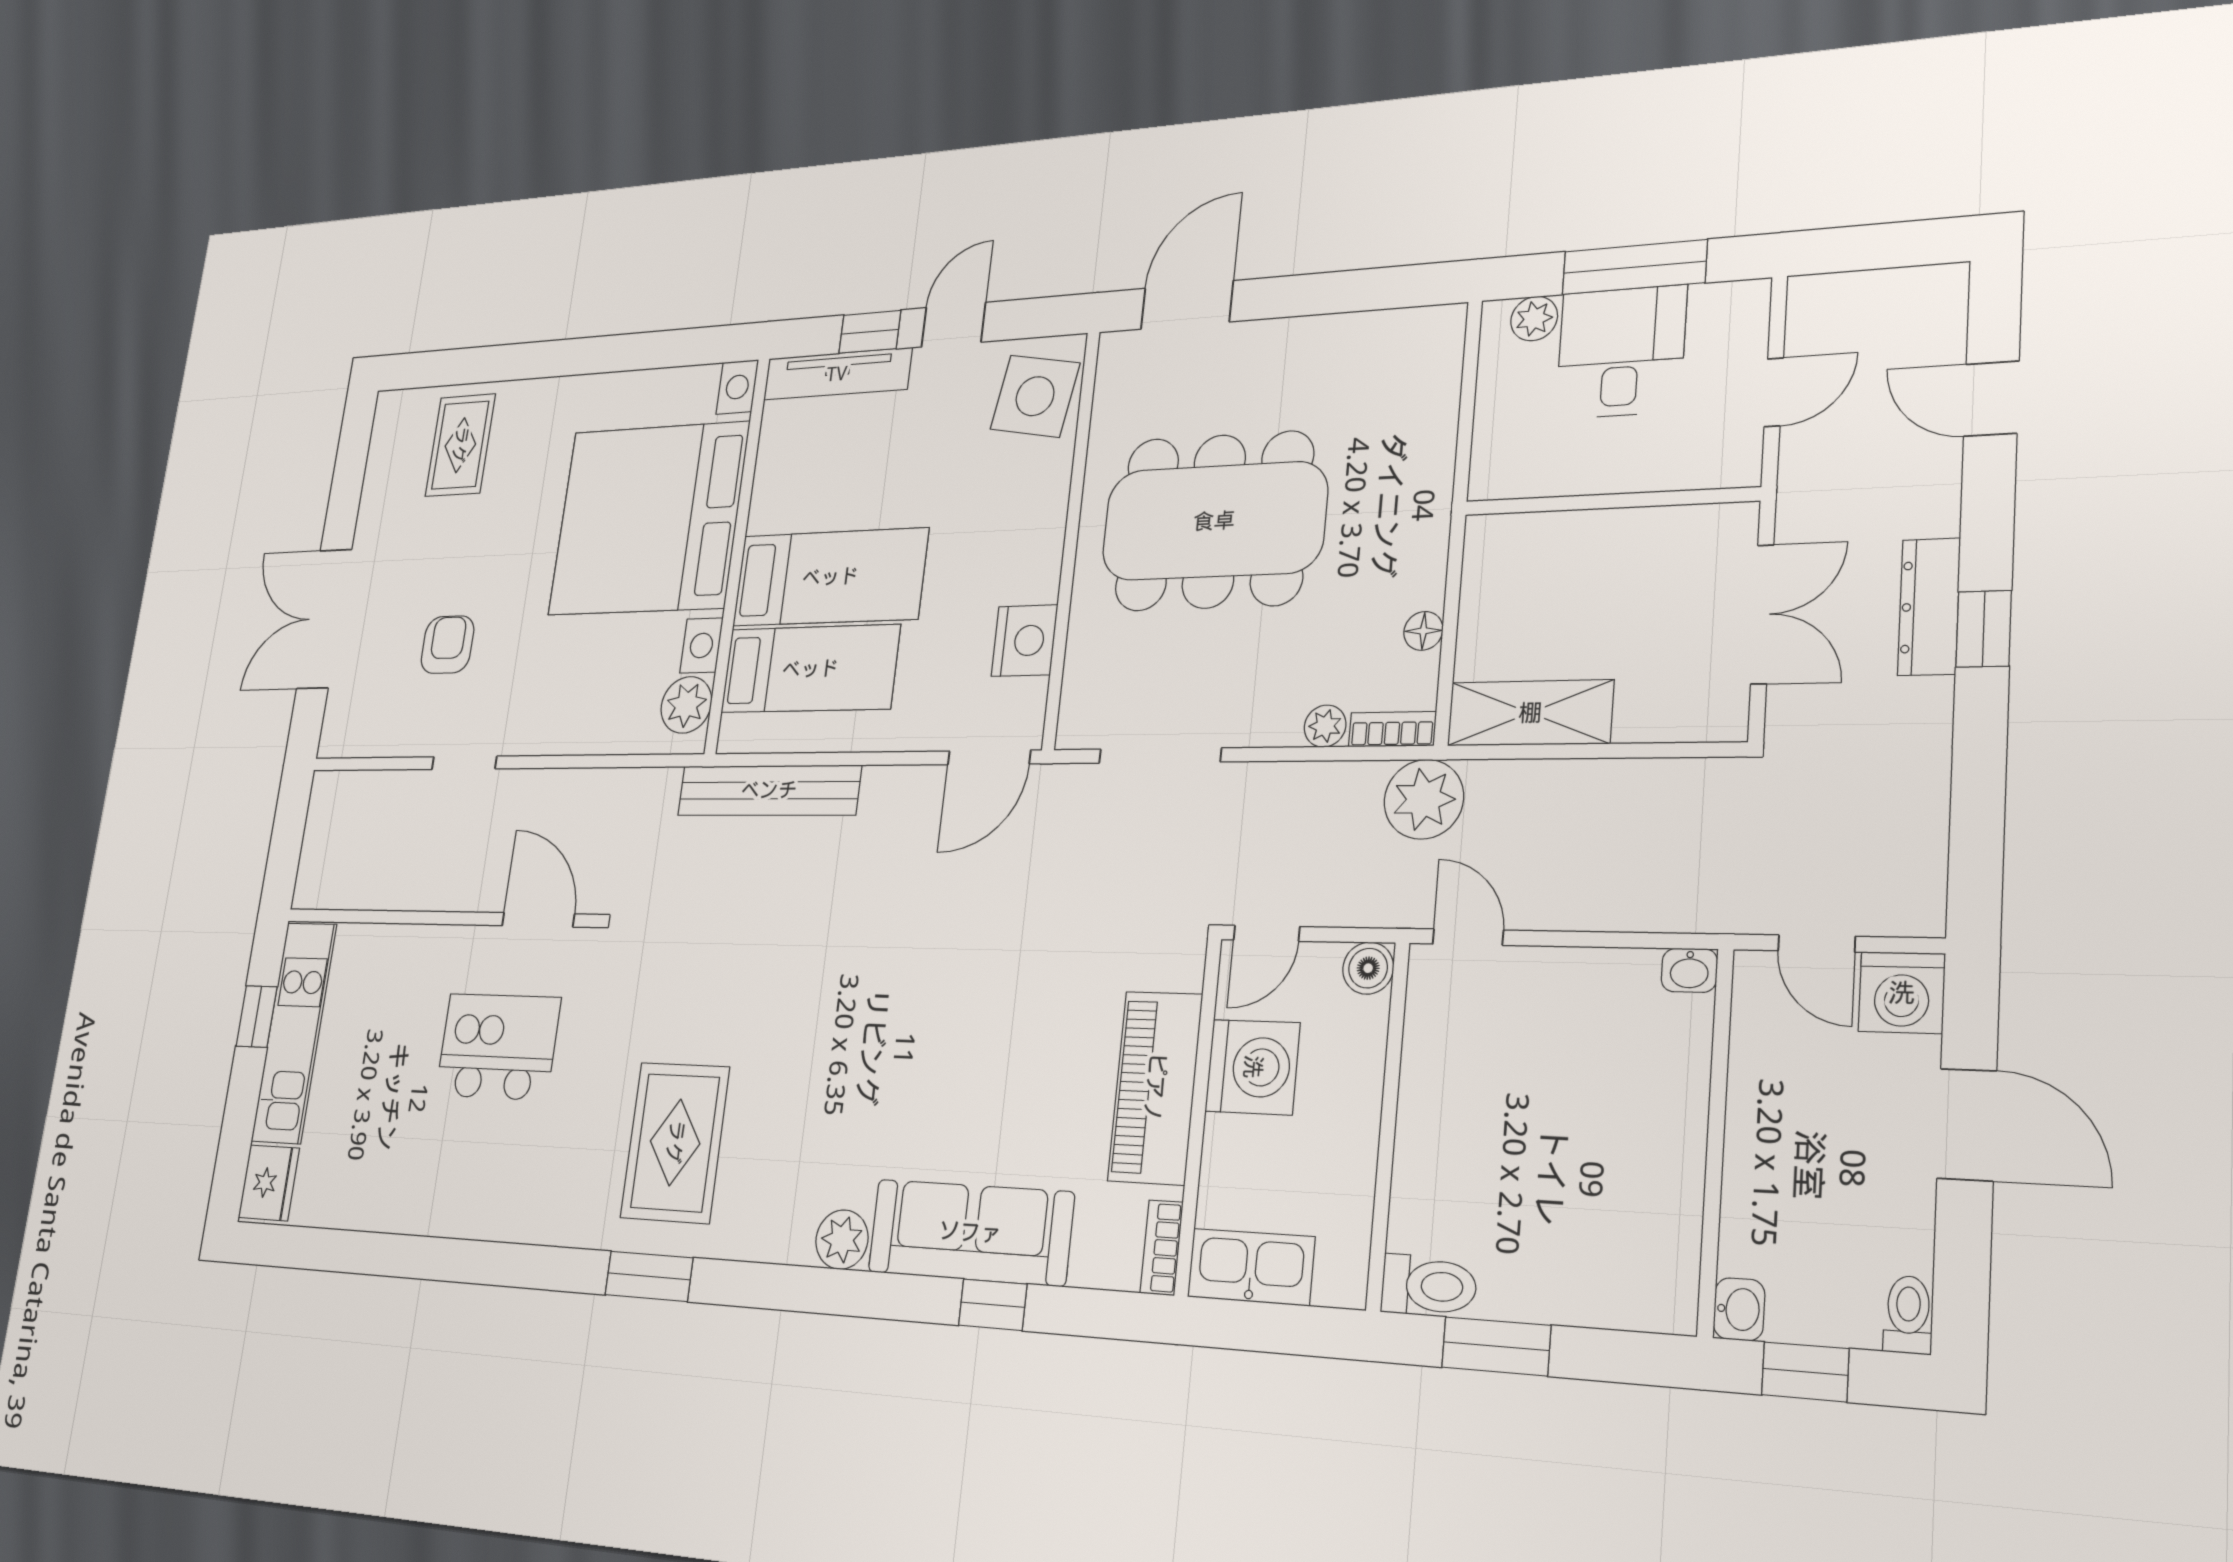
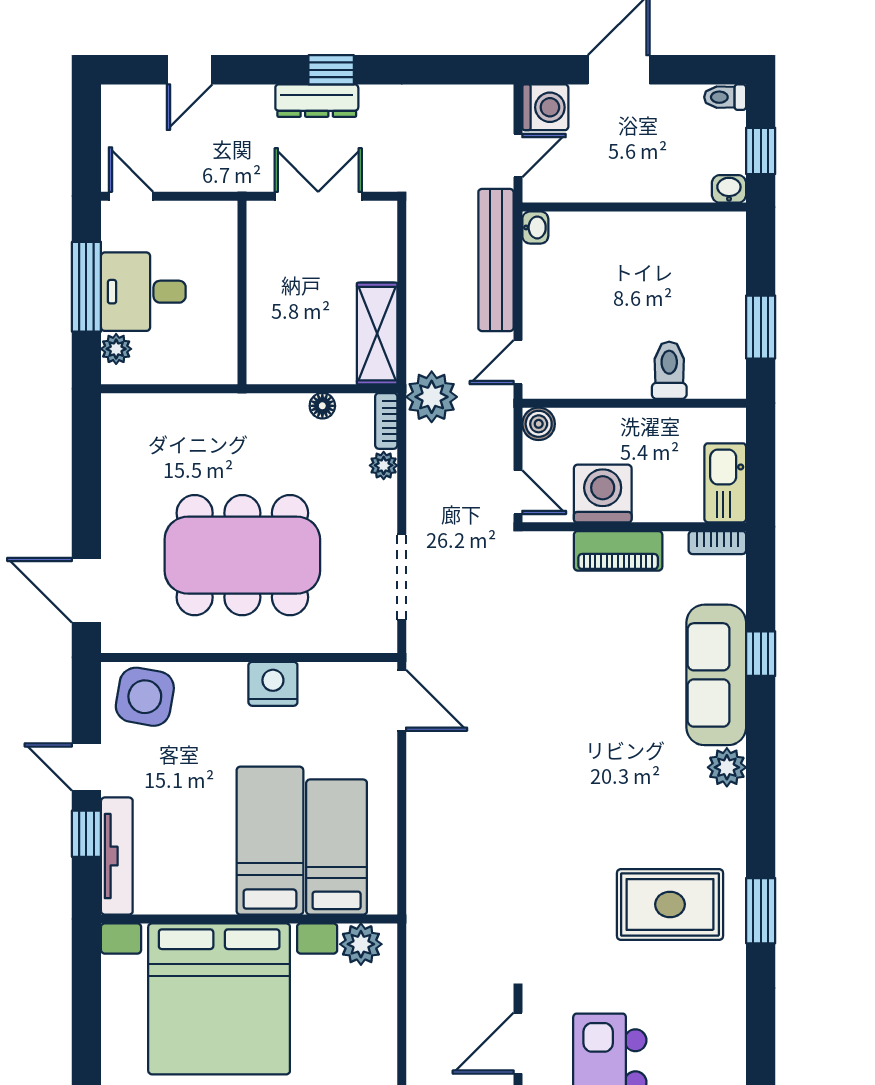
door: (1774, 392) -> (131, 196), moved
dining table: (1214, 521) -> (242, 555), turned 90
nightstand: (1024, 641) -> (273, 684), moved
bench: (769, 790) -> (496, 260), moved
piano: (1155, 1087) -> (618, 551), width x0.73, depth x0.75
toilet: (1429, 1286) -> (669, 370), moved

